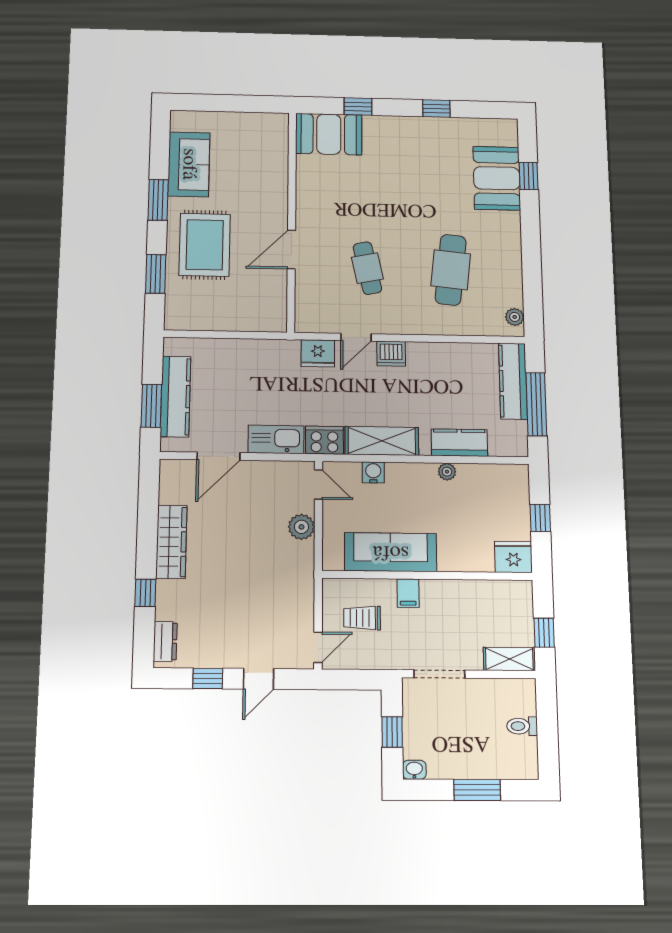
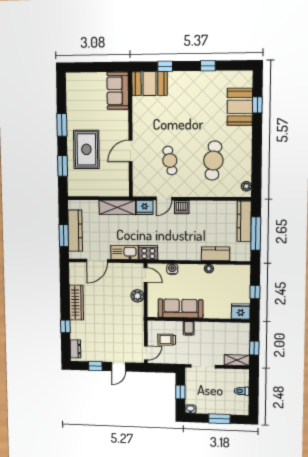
sofa: (189, 164) -> (118, 91), moved, turned 180
shelving: (382, 441) -> (117, 207), moved

